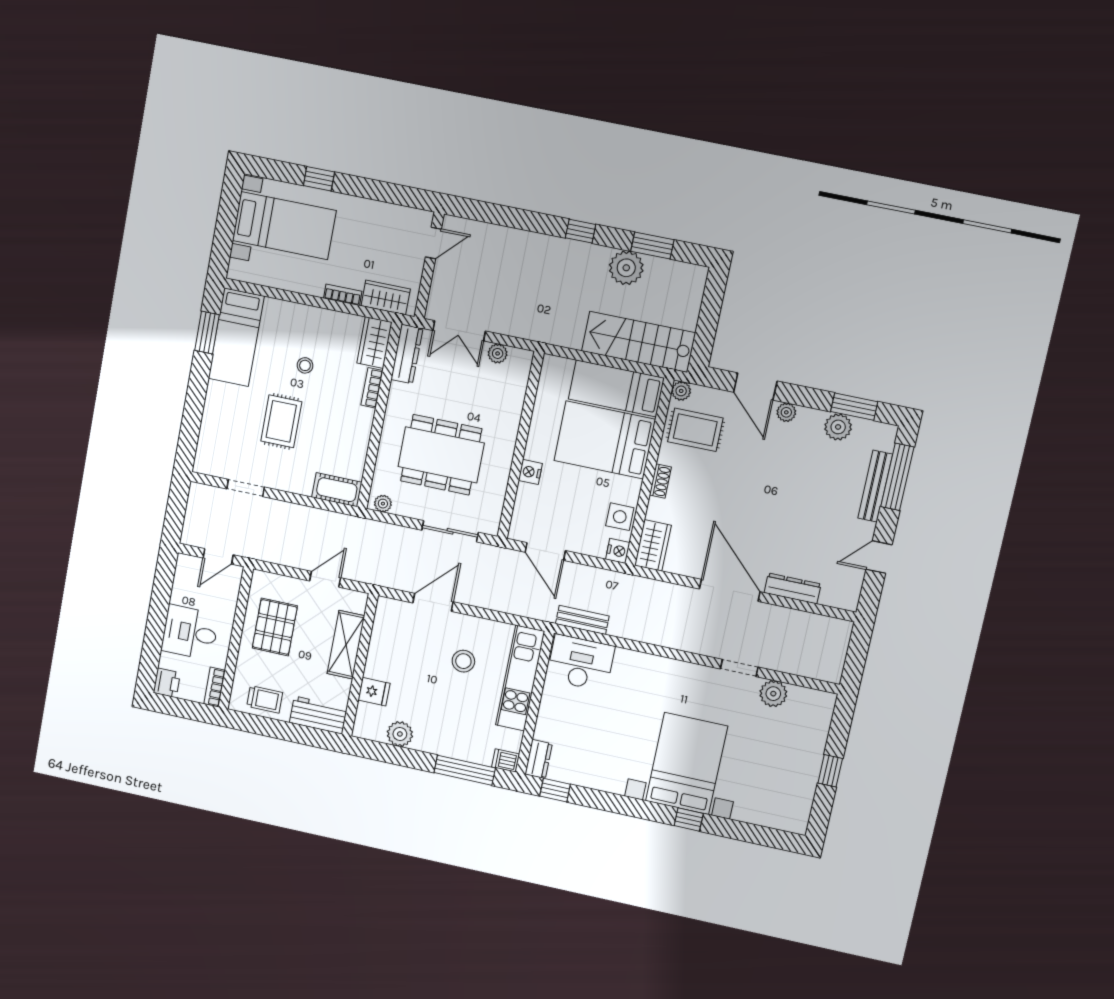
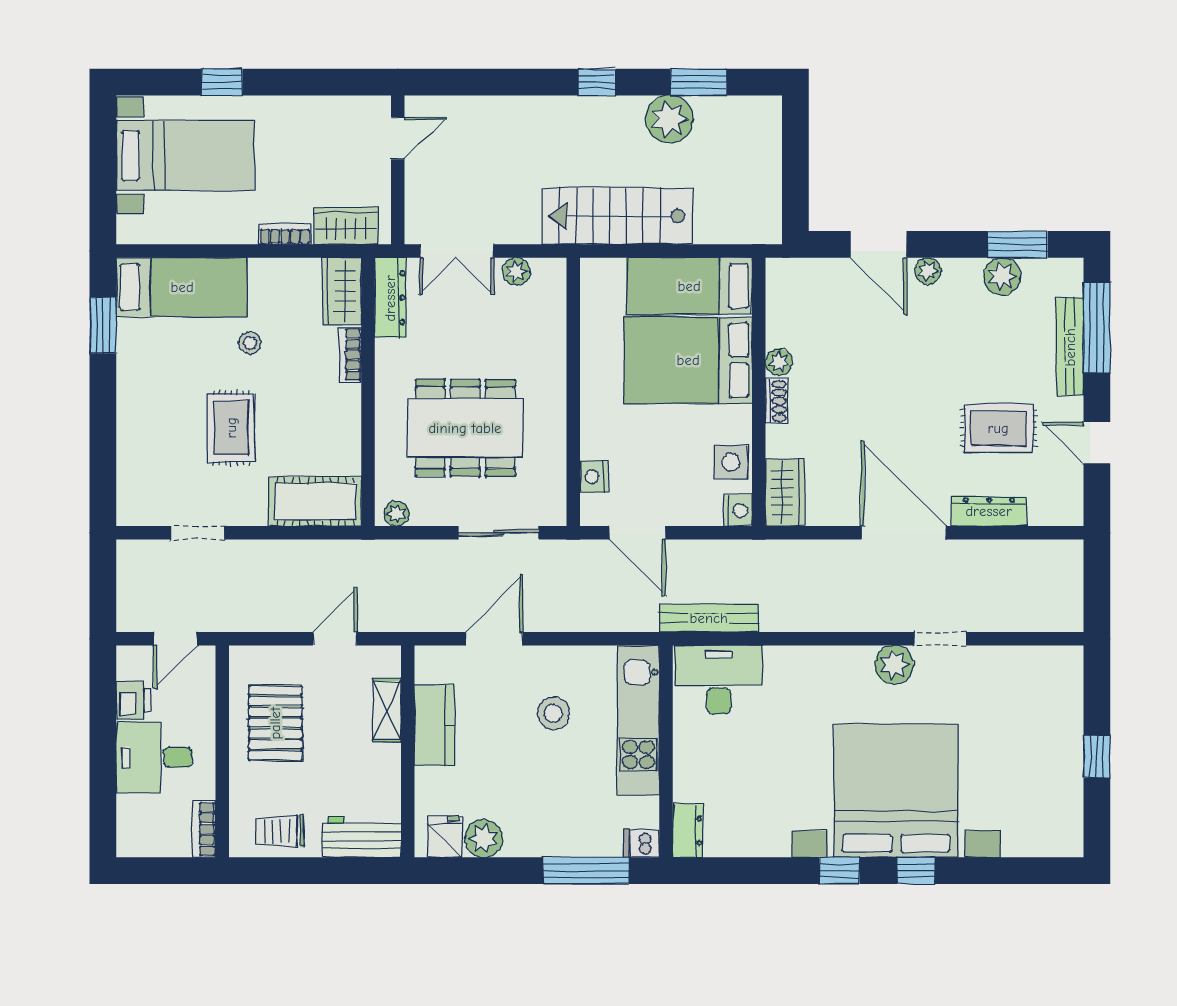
bed: (236, 337) -> (182, 287), moved, turned -90
stairs: (639, 342) -> (618, 216), moved
plant: (681, 391) -> (779, 362), moved
rug: (695, 430) -> (998, 428), moved
nightstand: (530, 472) -> (594, 477), moved
cot: (337, 490) -> (315, 502), width x1.37, depth x1.34
door: (879, 557) -> (1097, 443), hinge flipped
bench: (582, 620) -> (709, 618), width x1.36
shelving: (346, 645) -> (387, 710), width x0.67, depth x0.75
kitchen counter: (381, 652) -> (434, 725), added
printer: (167, 683) -> (134, 700), moved
fridge: (374, 692) -> (445, 837), moved, turned -90
plant: (773, 694) -> (894, 665), moved
trolley: (265, 699) -> (280, 831), turned 180
bed with nightstands: (687, 764) -> (896, 791), width x1.36
window: (555, 790) -> (839, 871), moved

